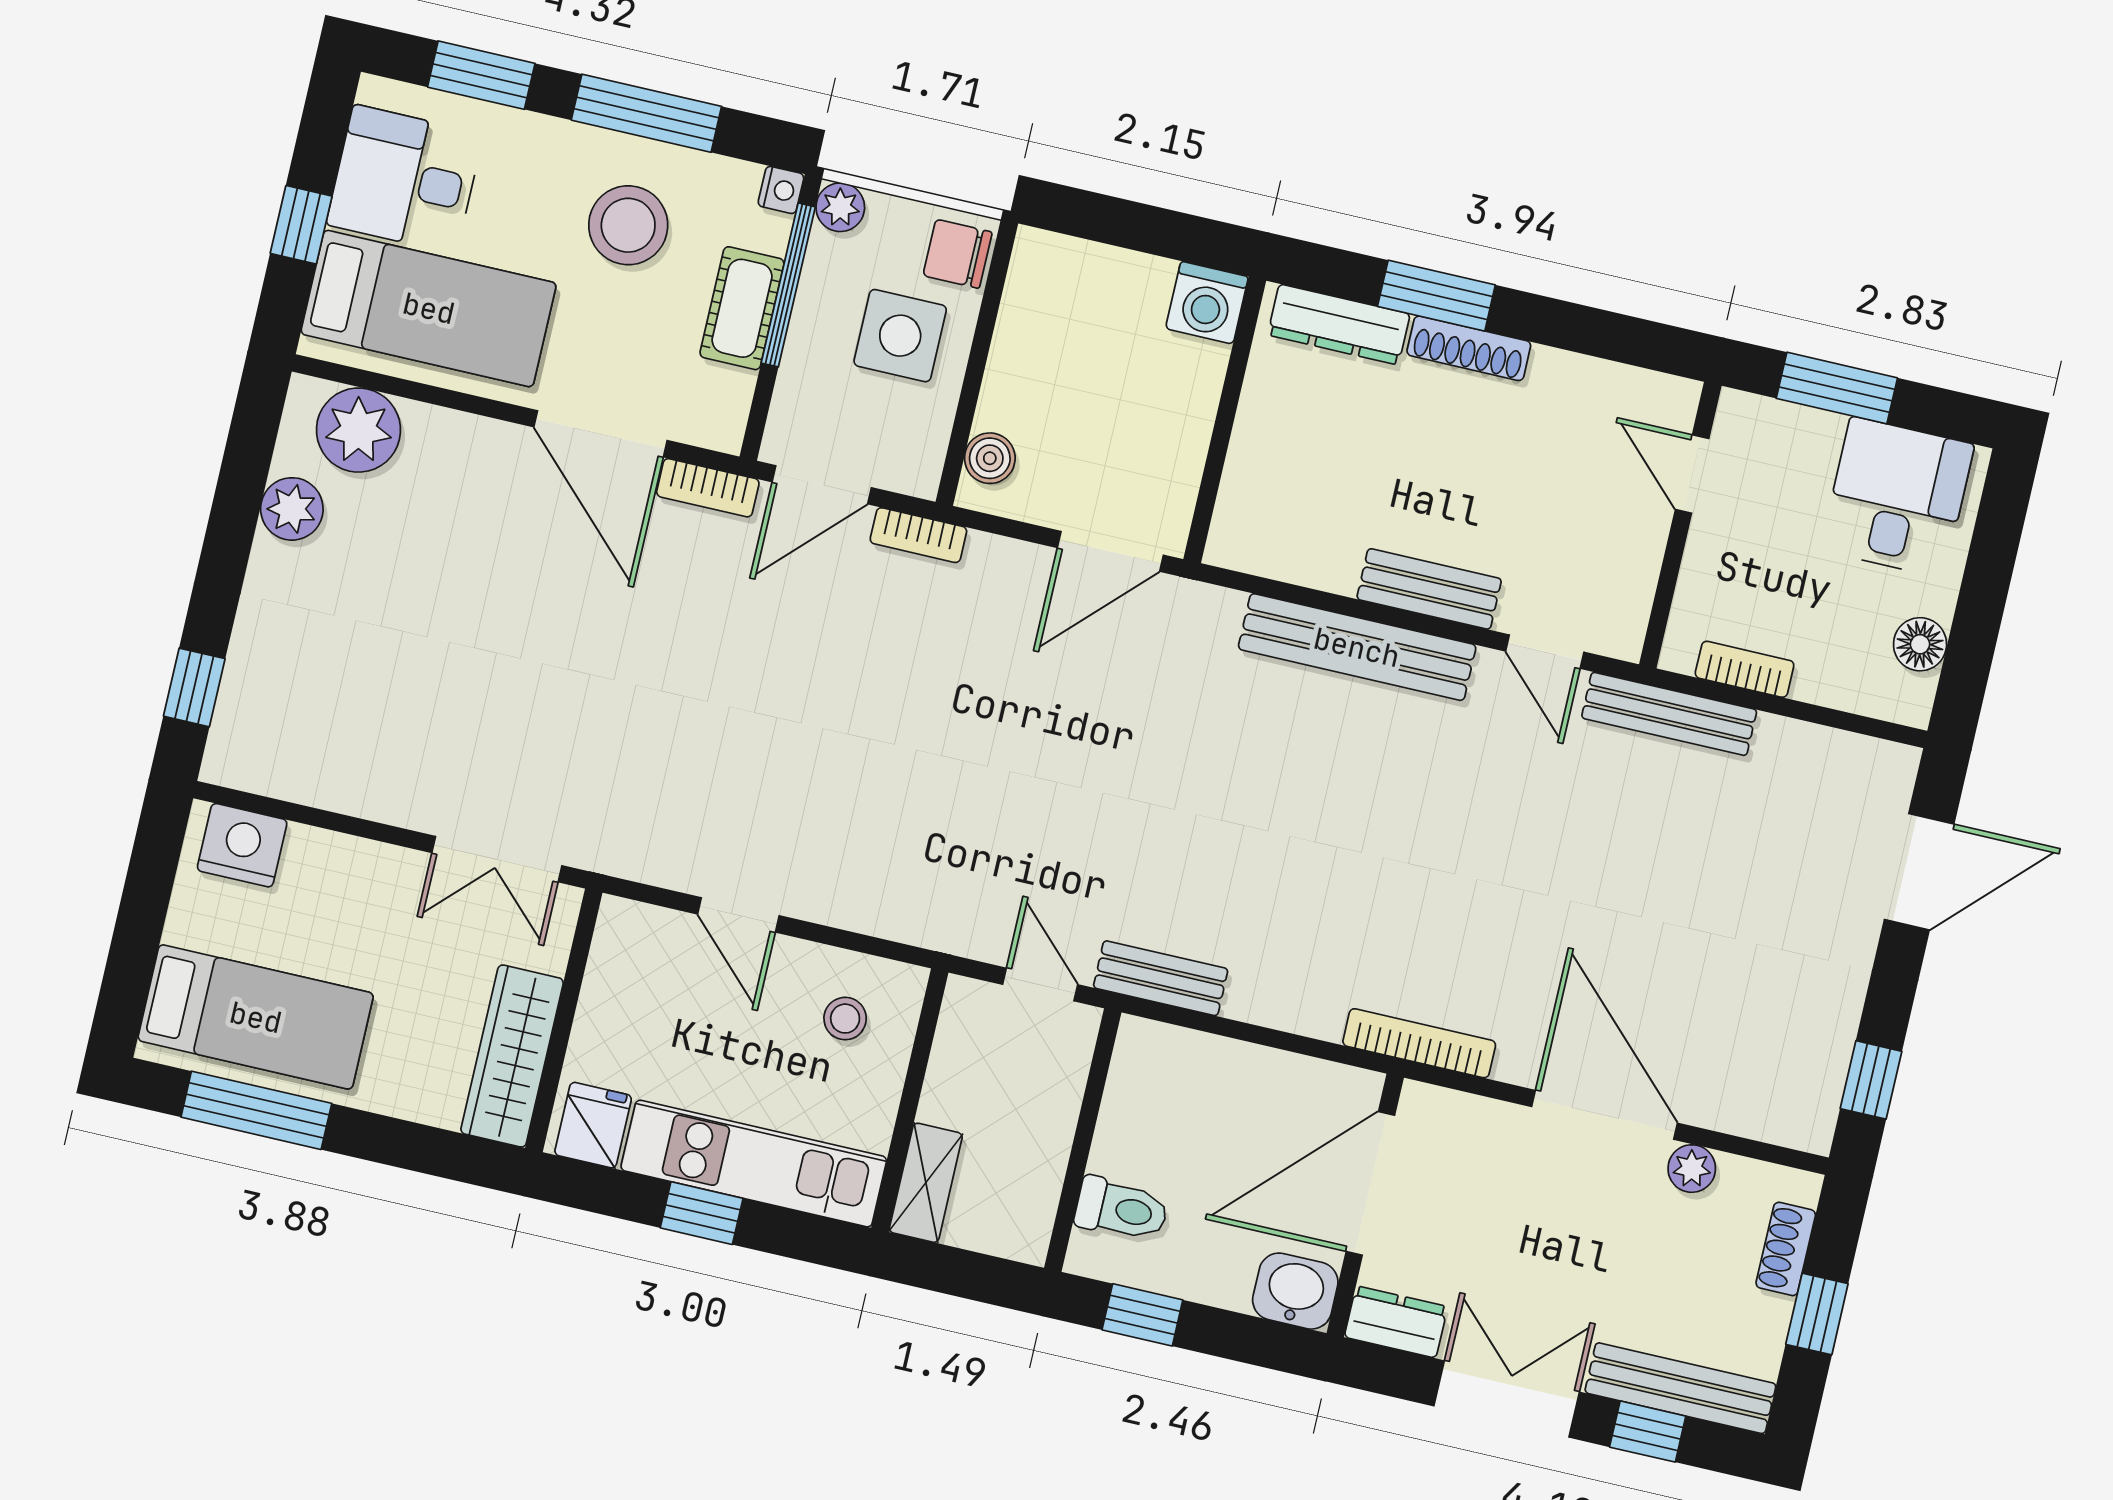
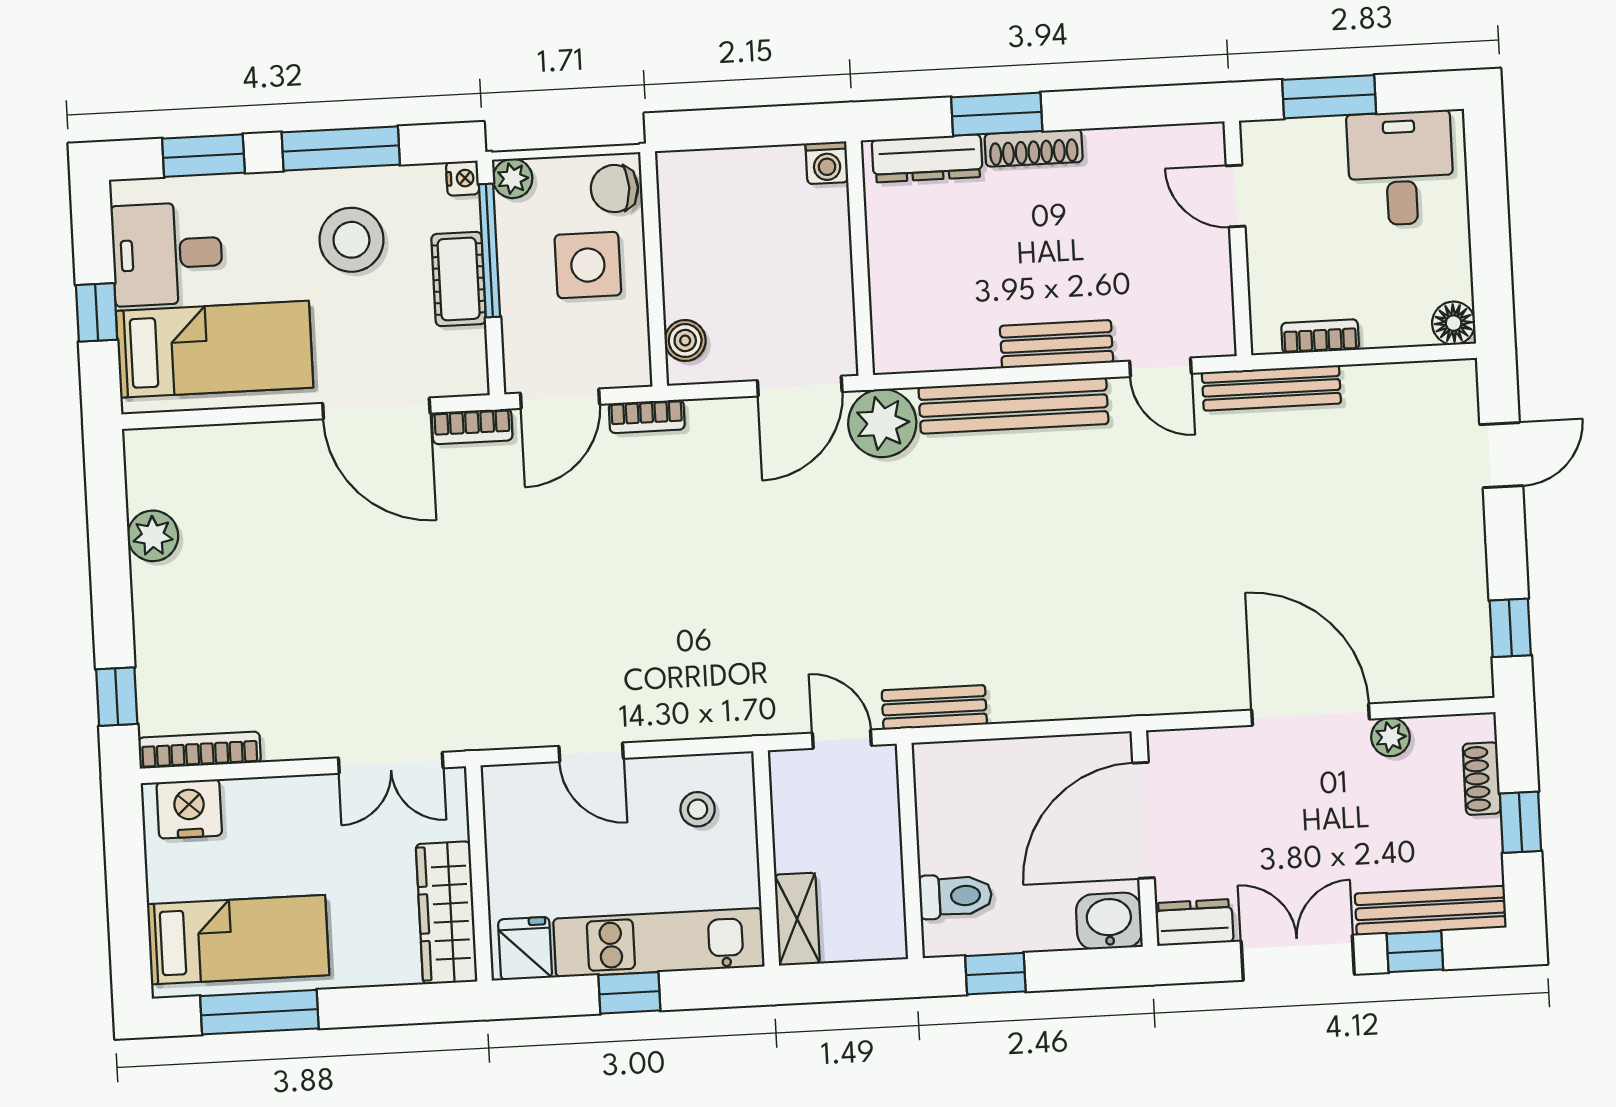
washing machine: (1207, 303) -> (827, 163), width x0.73, depth x0.73
plant: (358, 430) -> (882, 423), moved
floor lamp: (1920, 644) -> (1454, 323), moved
door: (1919, 872) -> (1501, 455), width x0.73
bookcase: (1419, 1043) -> (200, 750), moved

